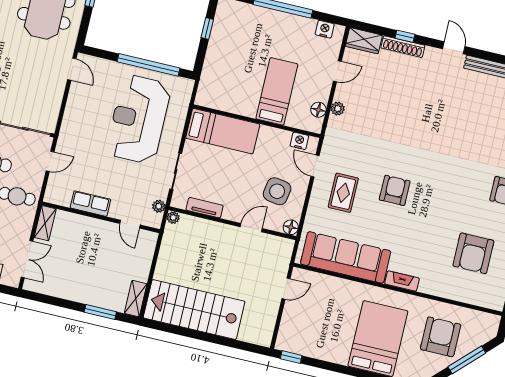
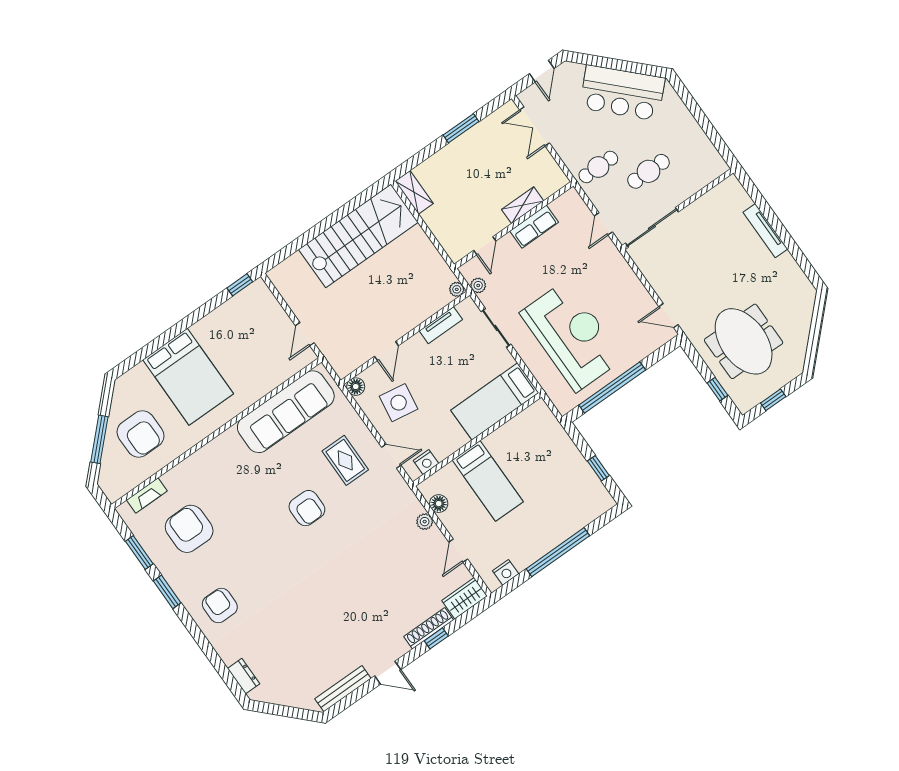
shelving: (45, 223) -> (523, 205), moved, turned 90
door: (130, 224) -> (485, 246), swing flipped
fireplace: (402, 281) -> (147, 495), moved
window: (100, 312) -> (461, 128), moved

